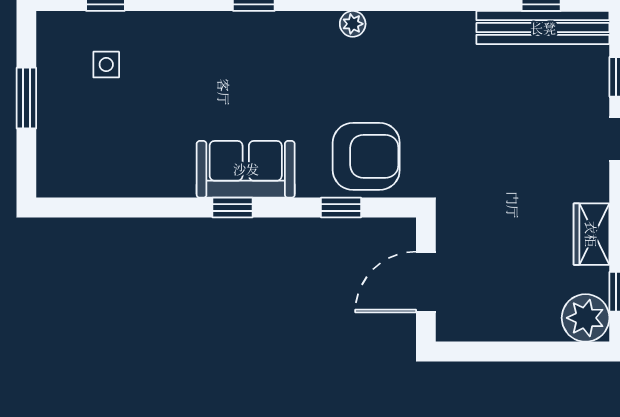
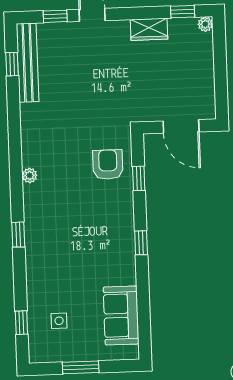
armchair: (366, 156) -> (108, 165), width x0.73, depth x0.73
sofa: (246, 169) -> (121, 315), moved
plant: (586, 318) -> (205, 24), width x0.53, depth x0.53

